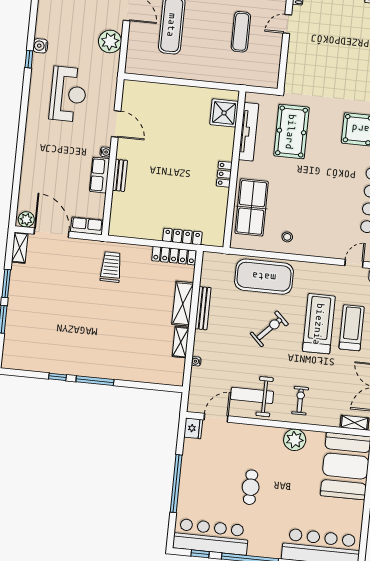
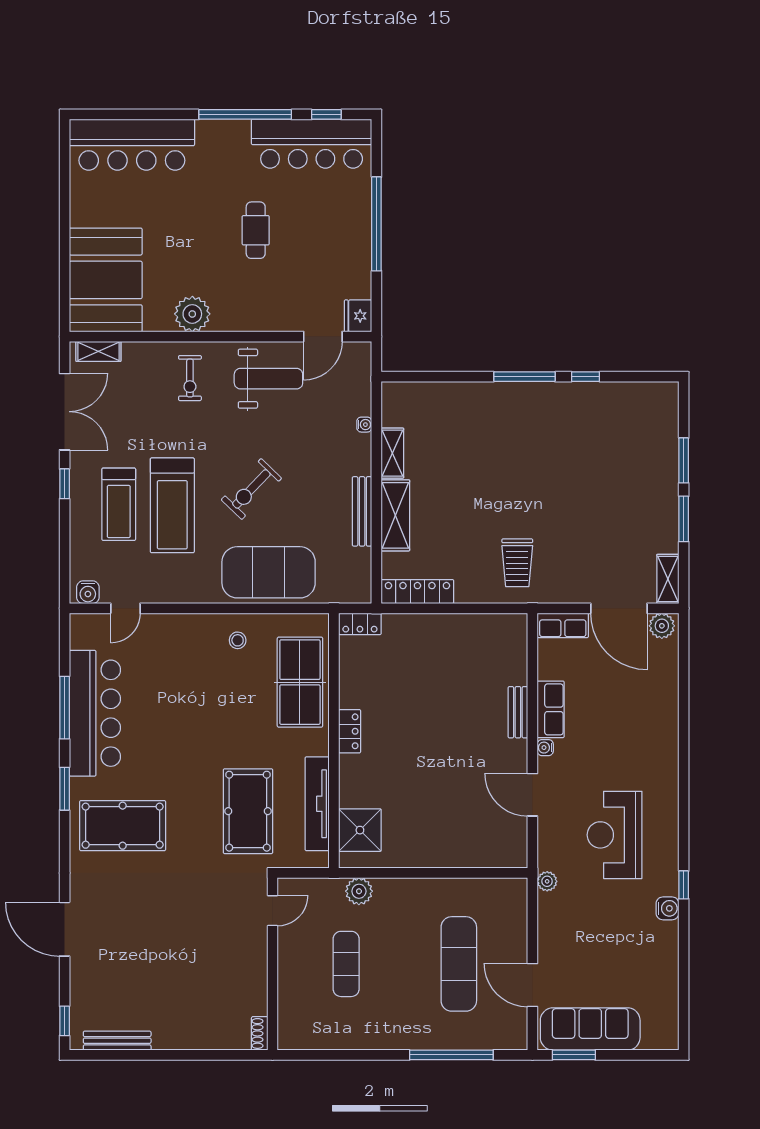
door: (287, 24) -> (272, 911), moved
plant: (110, 41) -> (547, 881), moved, width x0.53, depth x0.53
plant: (228, 75) -> (359, 891), added
locker: (182, 236) -> (360, 624), moved, width x0.66

